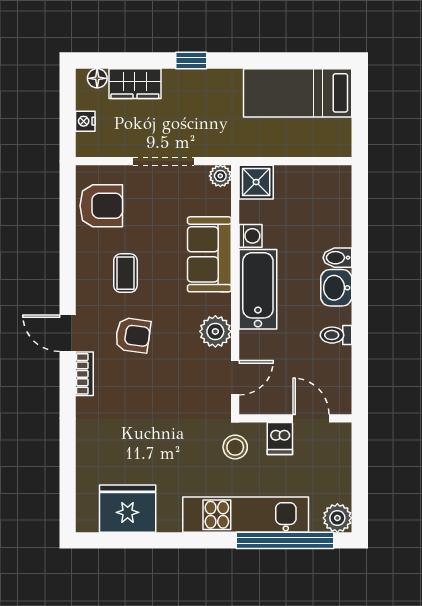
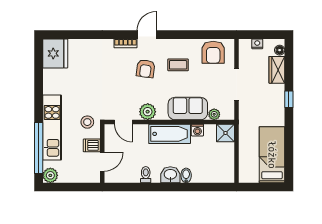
plant: (220, 176) -> (214, 114), moved
fridge: (128, 509) -> (55, 53), moved

